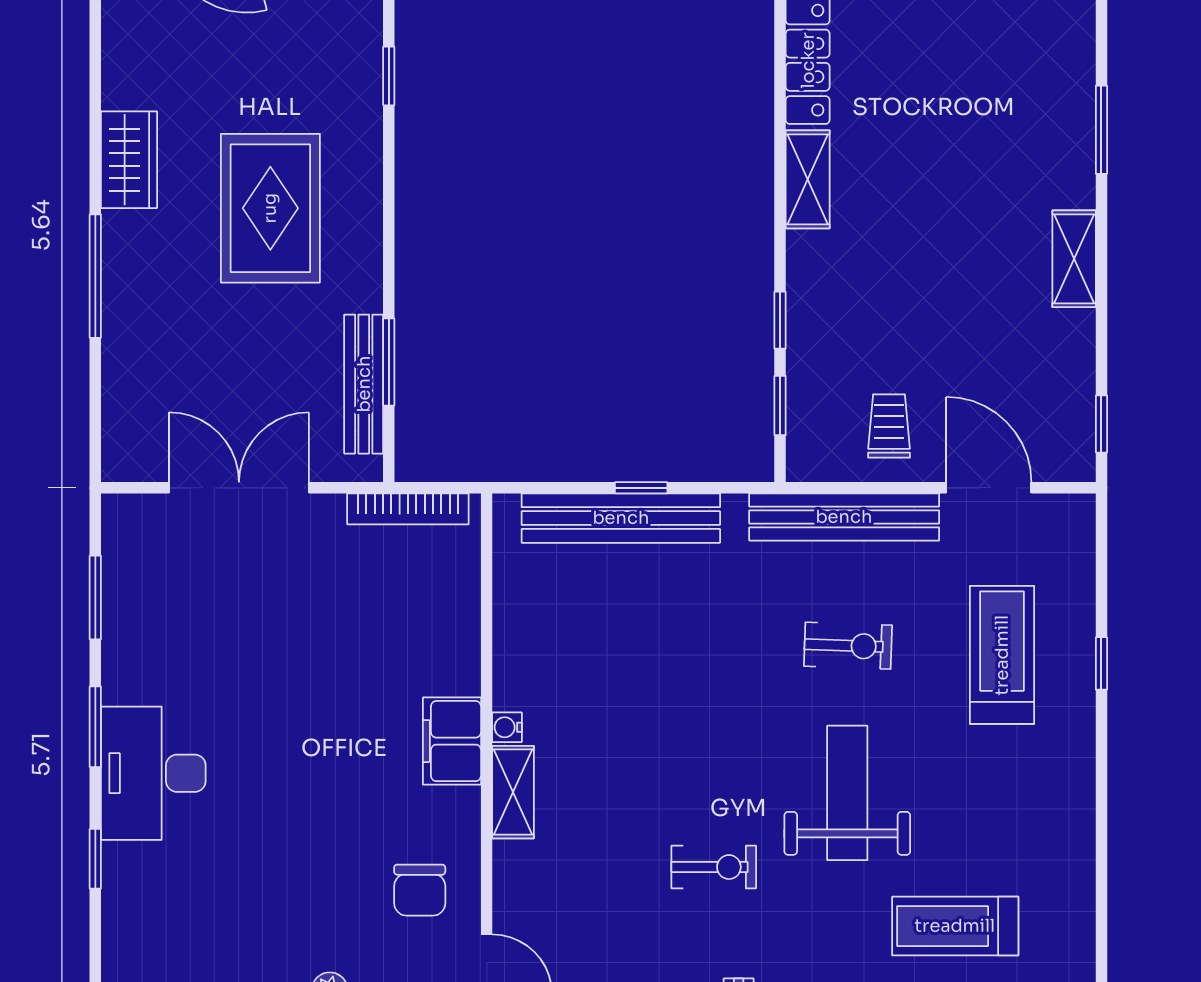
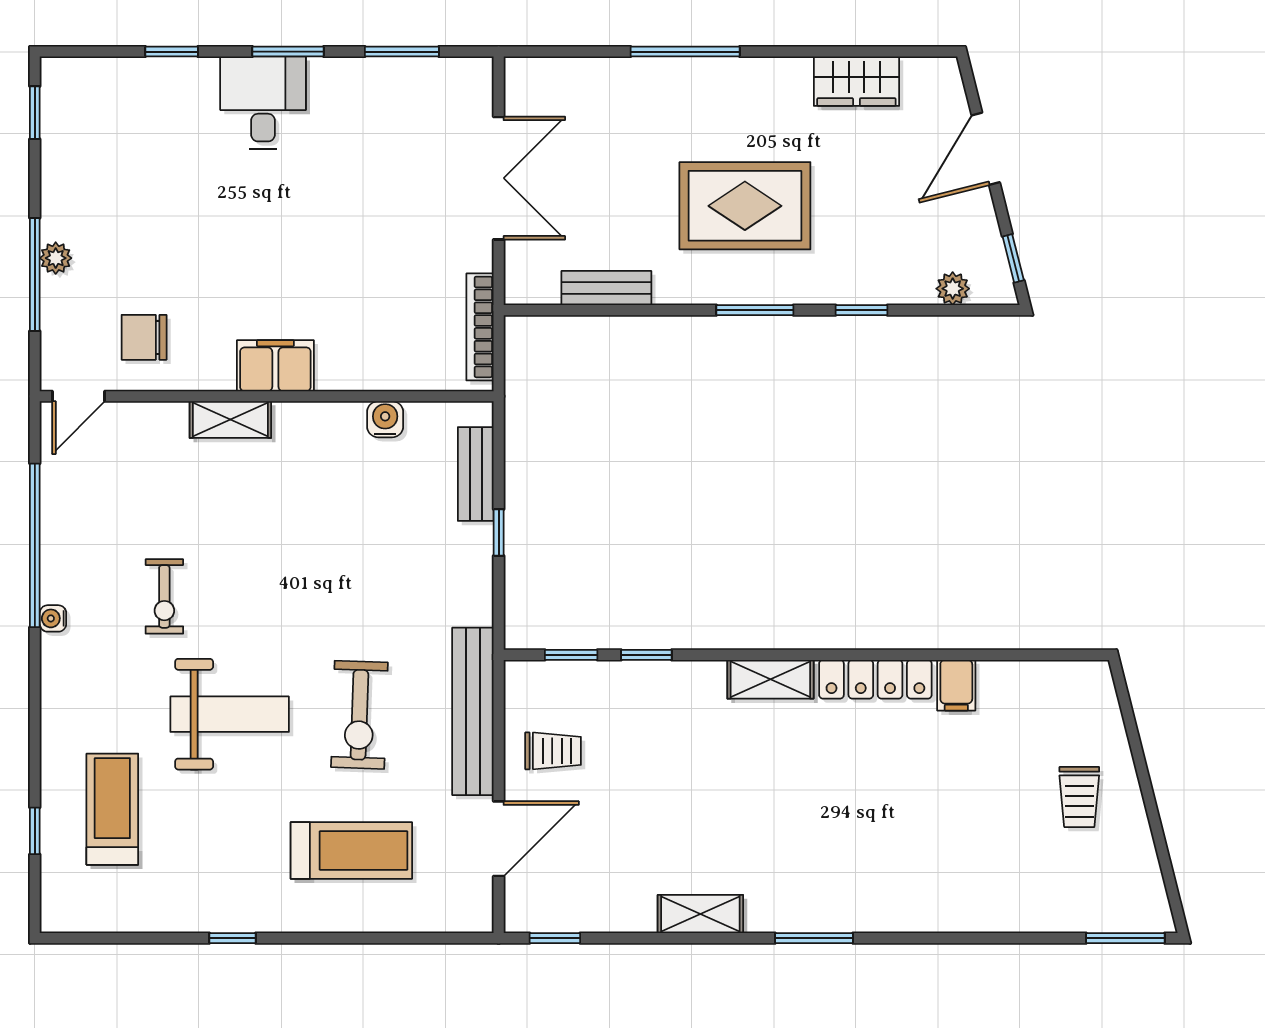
wardrobe: (129, 160) -> (856, 81), moved
window: (389, 362) -> (755, 310), moved
bench: (364, 384) -> (606, 288), width x0.73
bench: (621, 518) -> (476, 474), width x0.54, depth x0.82
exercise bike: (848, 646) -> (359, 715), width x1.38, depth x1.39
window: (1101, 663) -> (233, 938), moved
water cooler: (507, 727) -> (385, 419), moved, width x1.38, depth x1.38
desk: (153, 773) -> (263, 103), width x0.73

